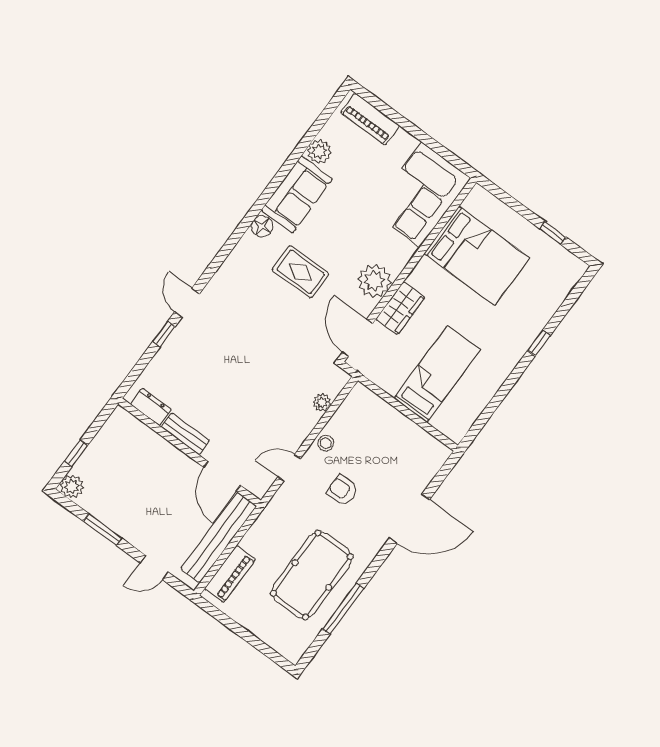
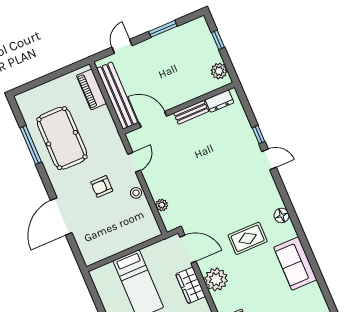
plant: (319, 151) -> (313, 292), removed
floor lamp: (262, 226) -> (282, 215), moved
plant: (72, 487) -> (219, 71), moved
armchair: (343, 491) -> (102, 186), turned 180

